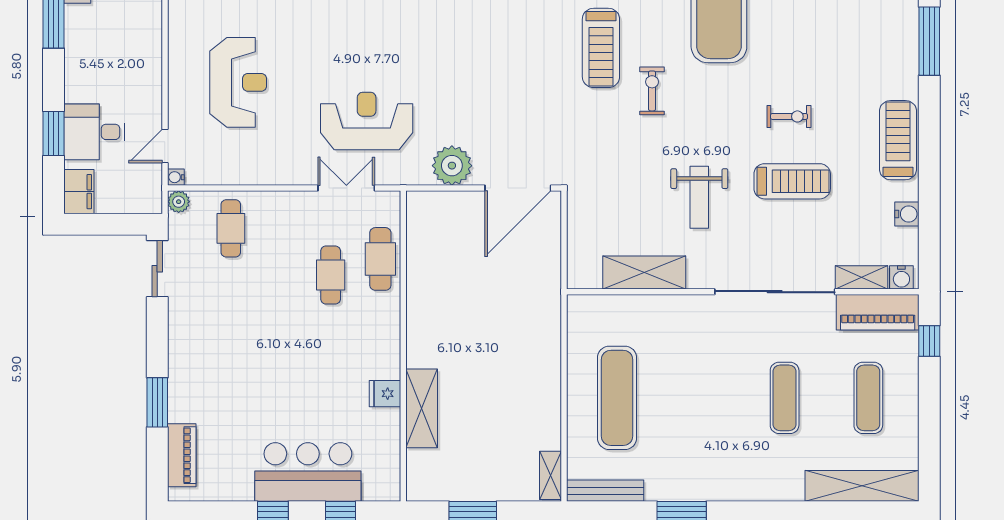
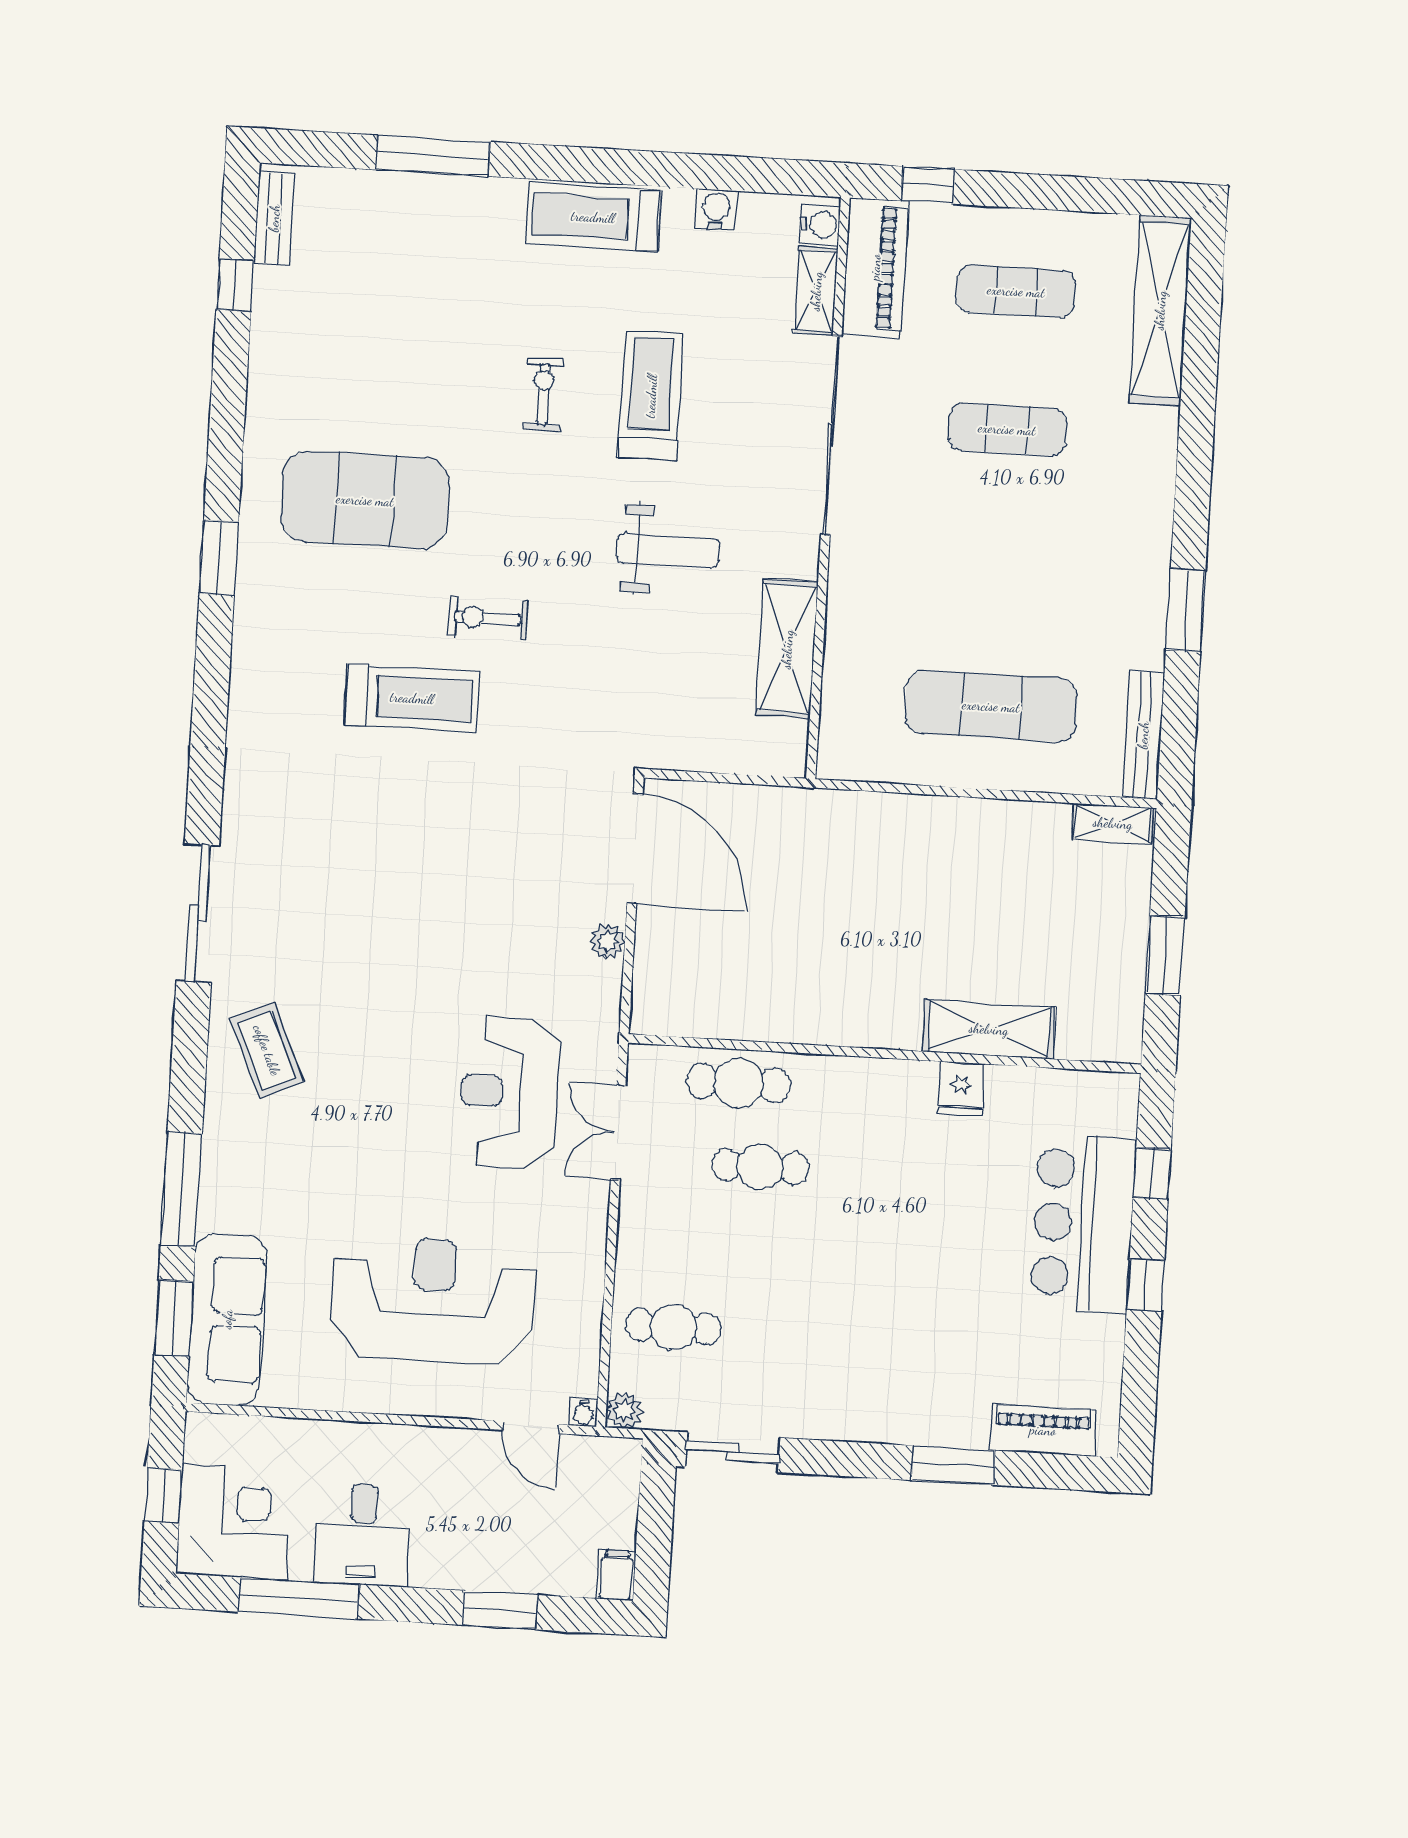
reception desk: (238, 82) -> (433, 1300), width x1.36, depth x1.30
desk: (94, 132) -> (363, 1535), moved
plant: (452, 166) -> (608, 941), width x0.53, depth x0.53
filing cabinet: (79, 192) -> (616, 1575), width x0.50

